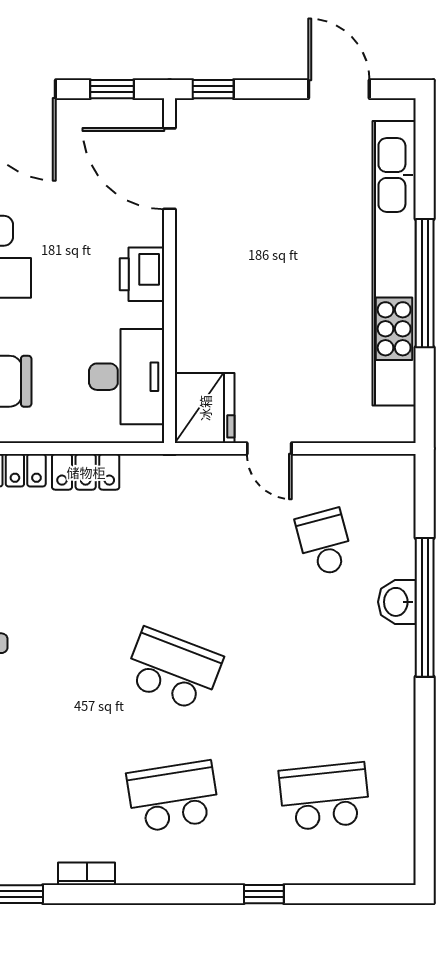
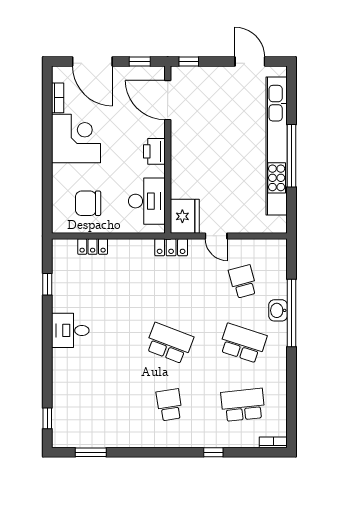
locker: (86, 472) -> (171, 247), moved
school desk: (325, 670) -> (243, 343), added
school desk: (173, 796) -> (169, 405), width x0.54
bookcase: (87, 874) -> (273, 442), moved

